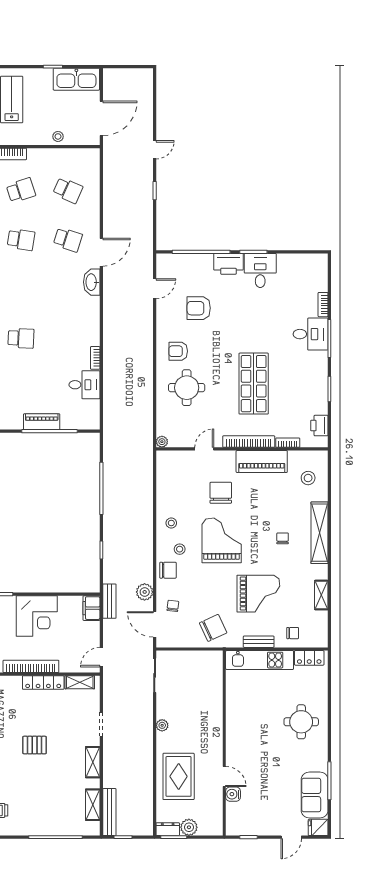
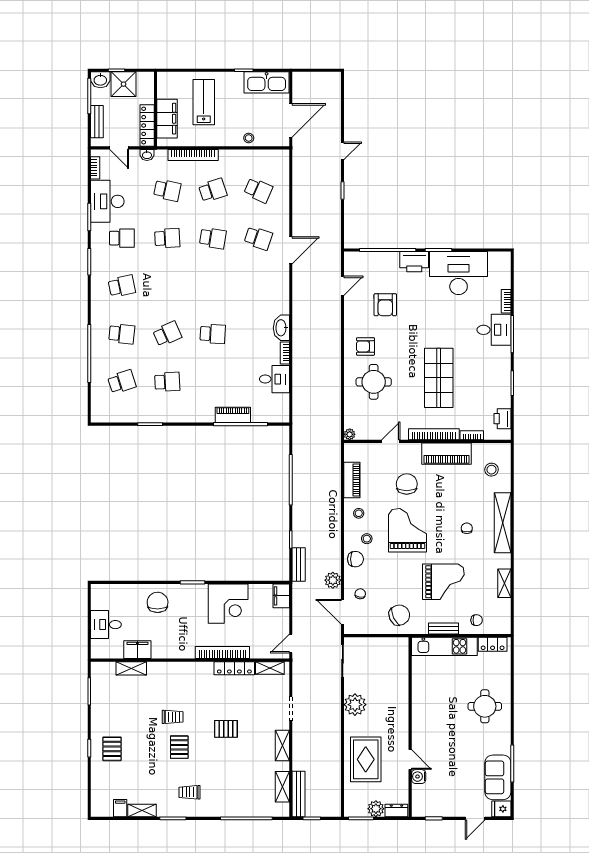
desk: (260, 270) -> (459, 273), width x1.87, depth x1.30
washbasin: (92, 282) -> (281, 328), moved
armchair: (199, 308) -> (385, 305), turned -90
piano: (164, 489) -> (352, 480), added
bench: (109, 601) -> (299, 564), moved
plant: (162, 725) -> (355, 705), width x1.88, depth x1.88
dresser: (168, 829) -> (396, 811), moved

